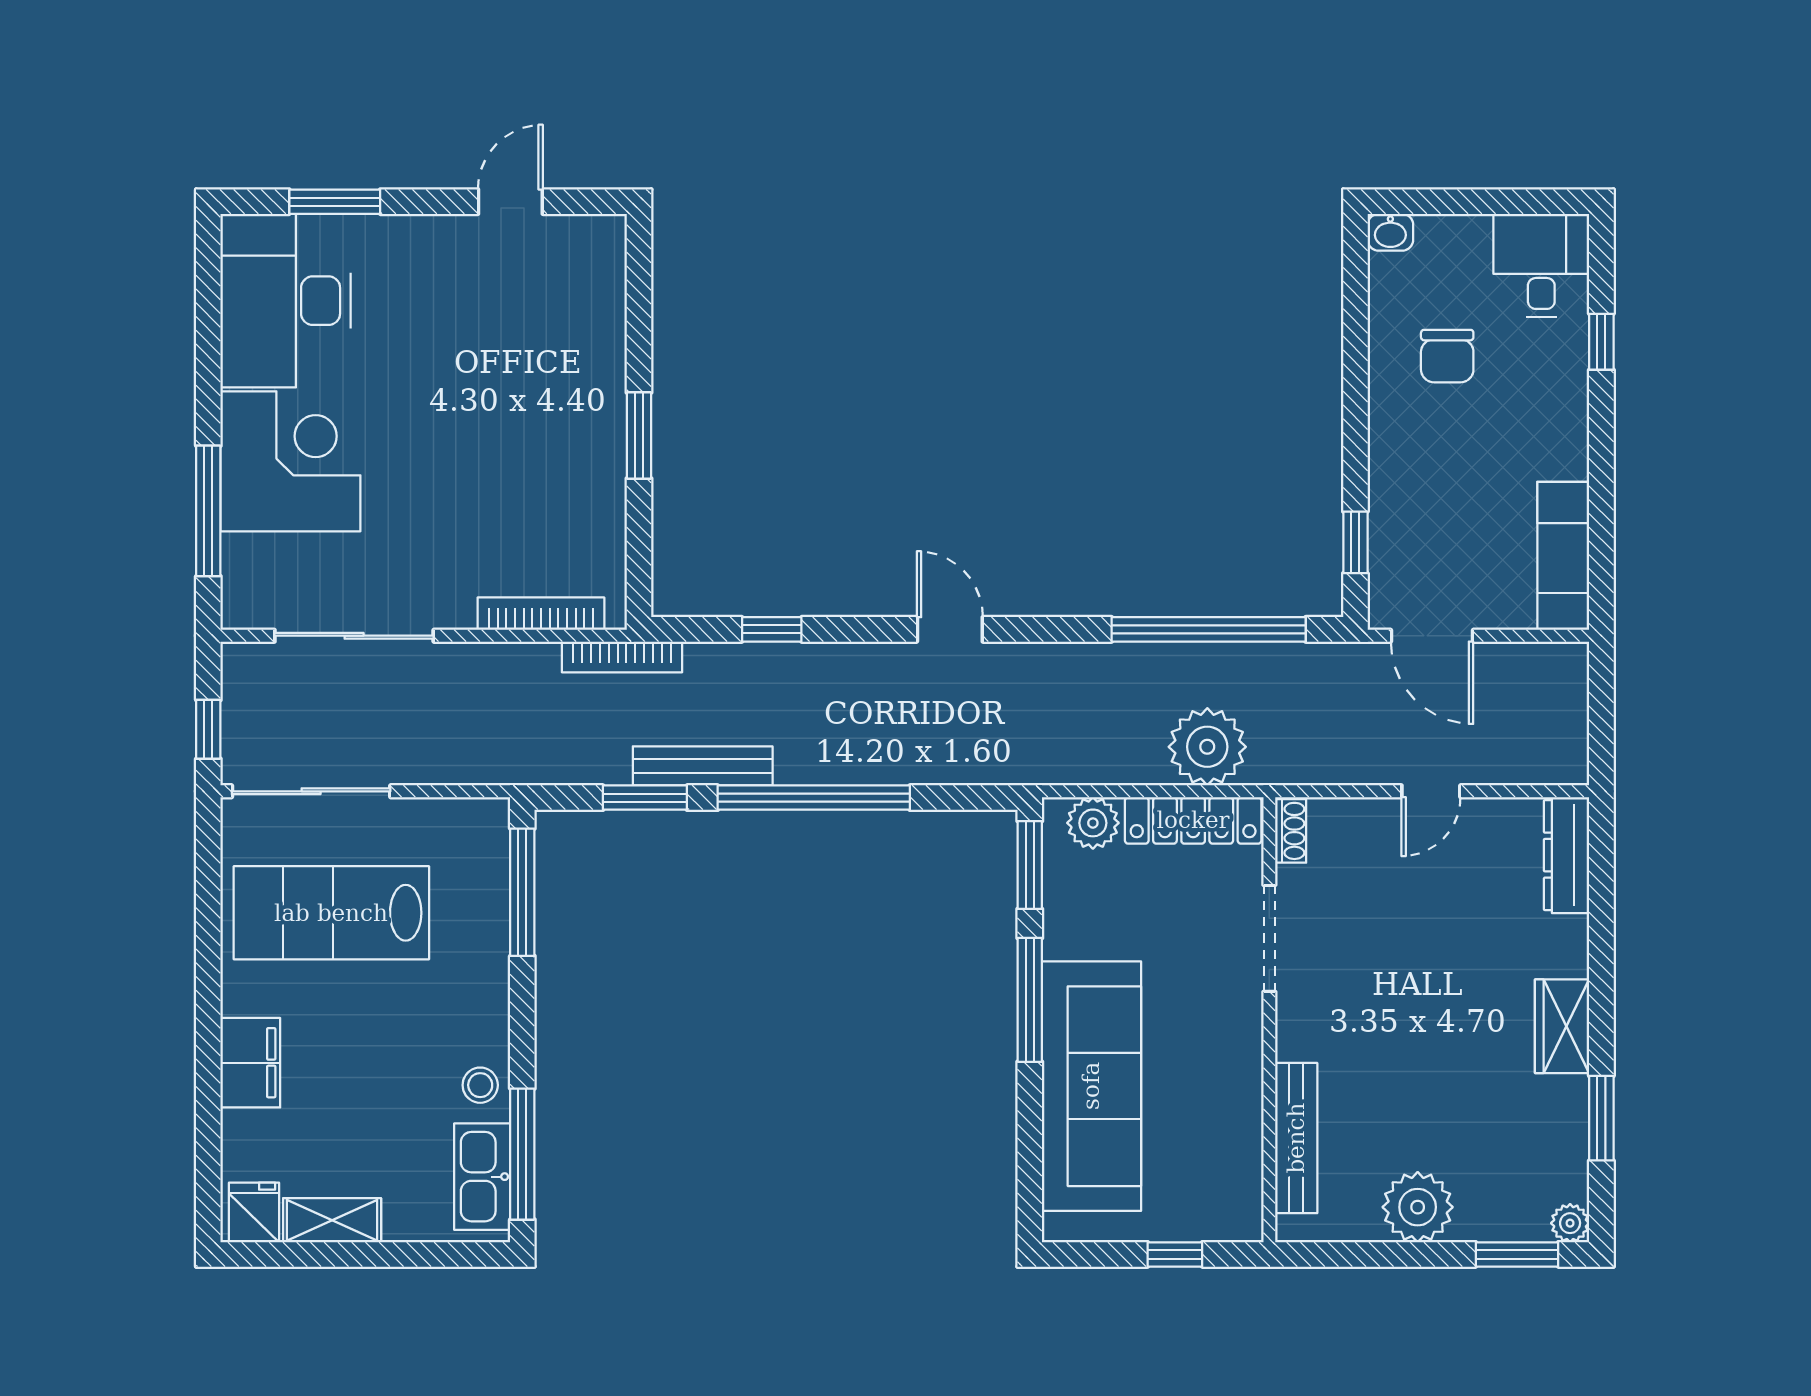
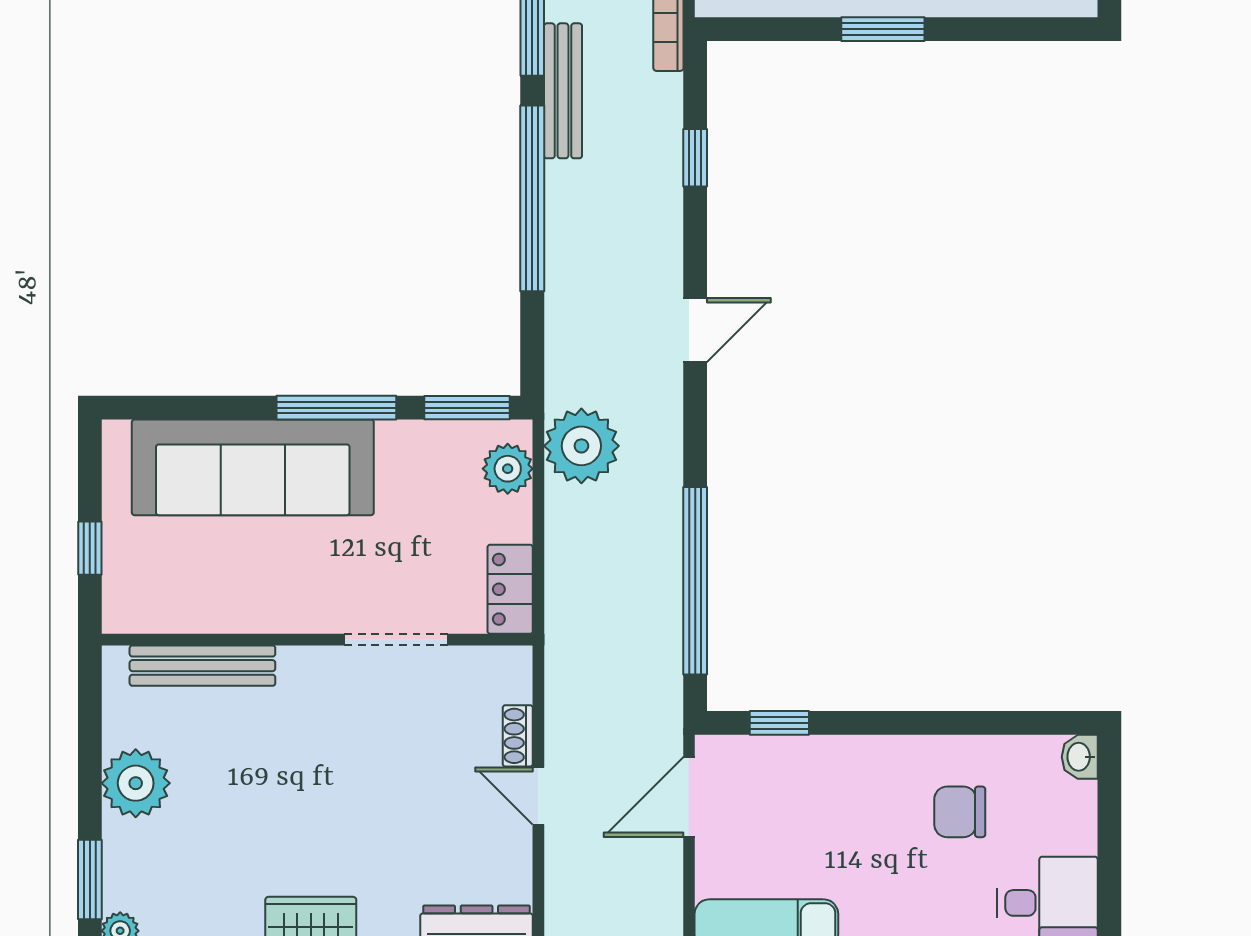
plant: (1207, 747) -> (581, 446), moved
locker: (1193, 820) -> (510, 589), width x0.66
shoe rack: (1291, 831) -> (518, 736), moved, turned 90

